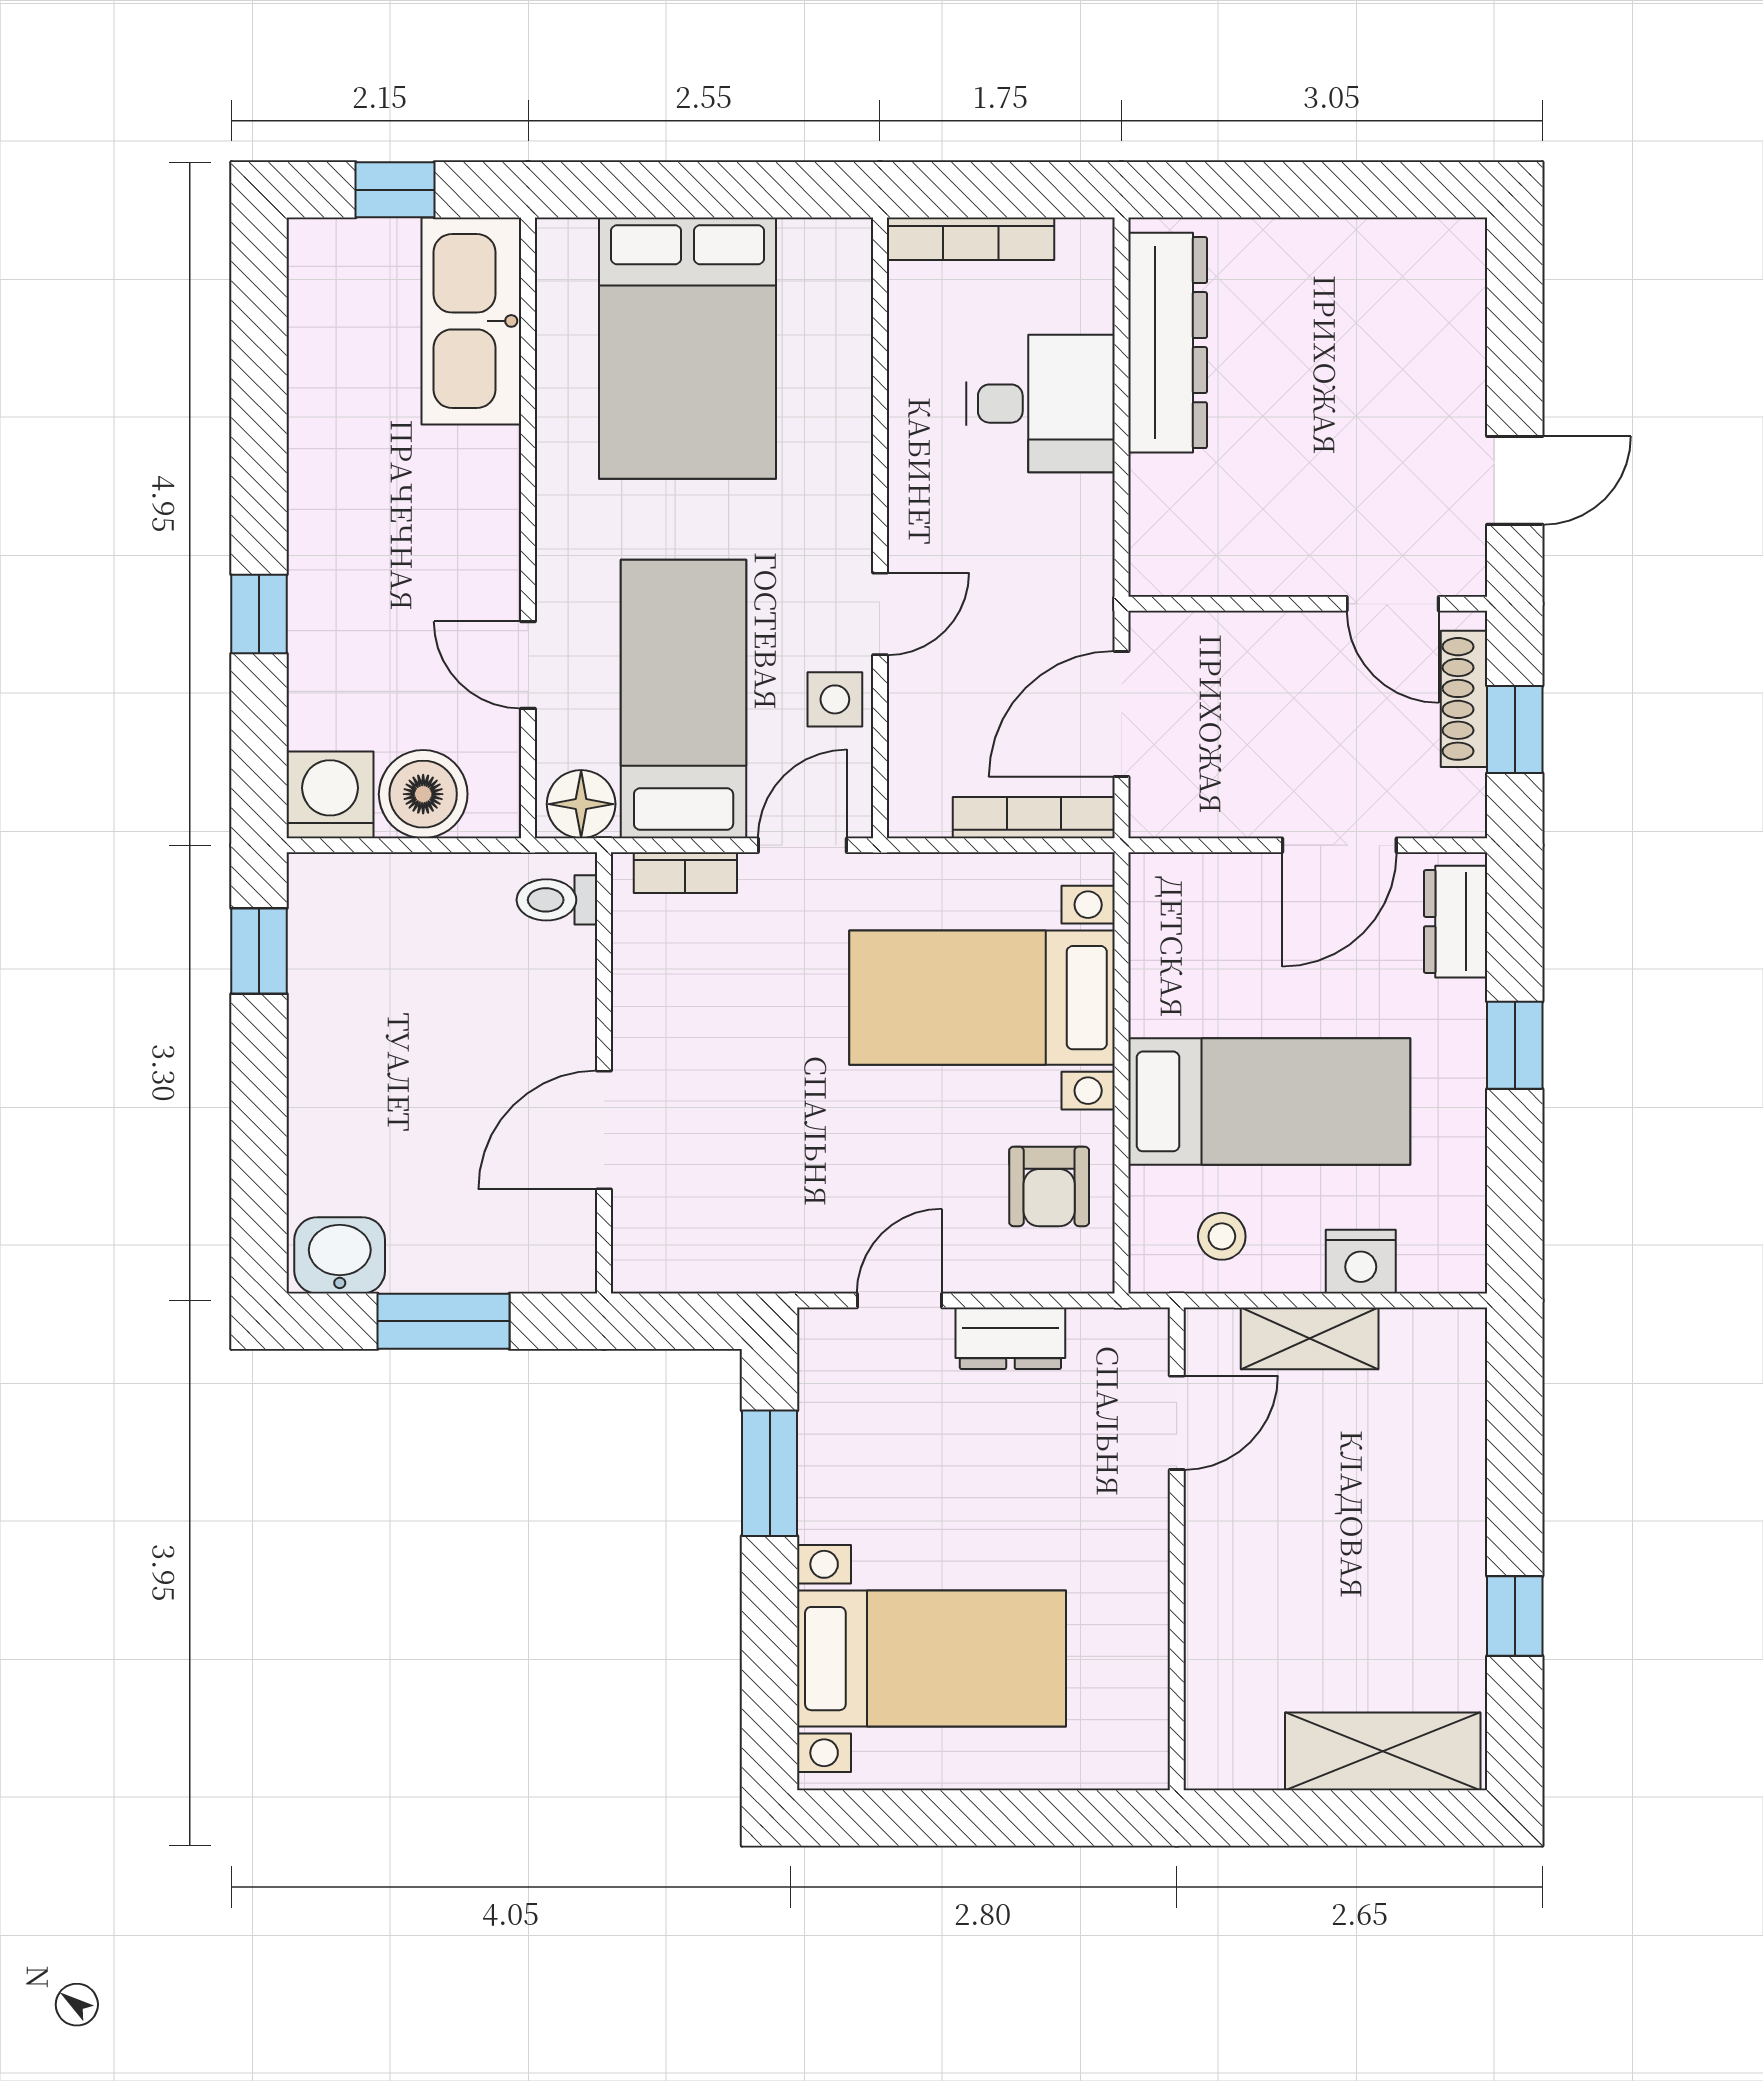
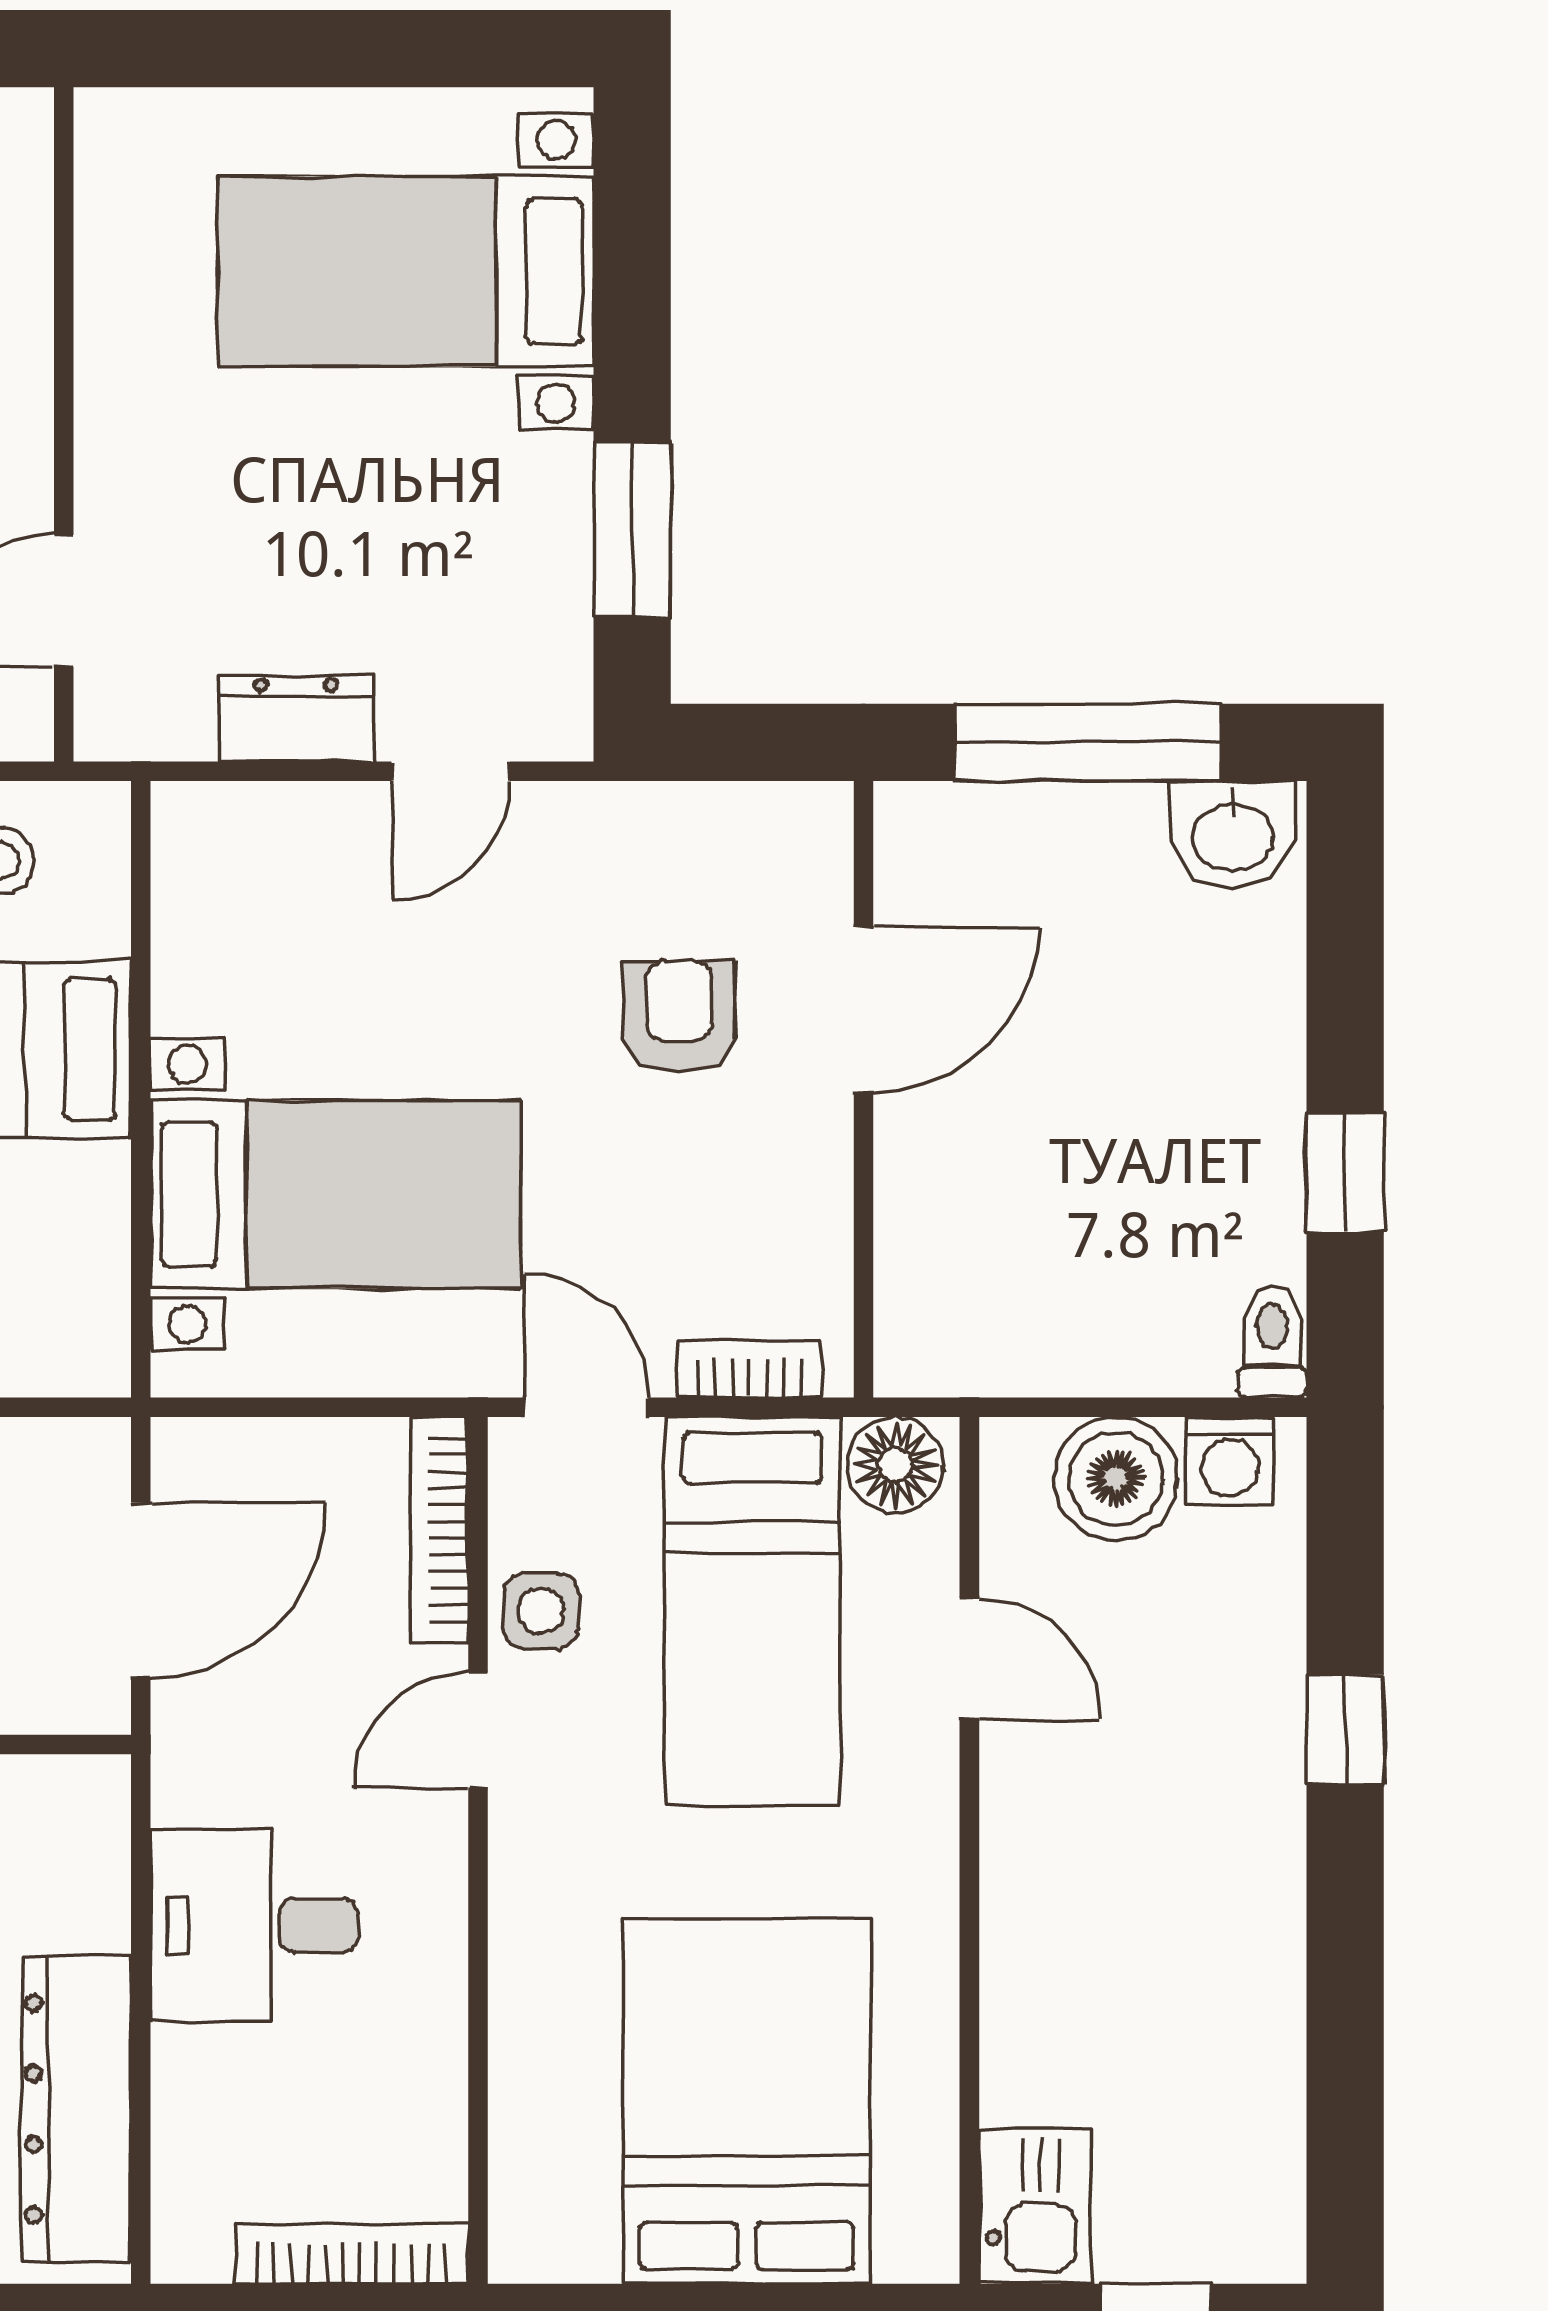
kitchen sink: (471, 321) -> (1035, 2207), width x0.53, depth x0.81
desk: (1040, 404) -> (254, 1925), moved
washing machine: (330, 795) -> (1229, 1461), width x0.73, depth x0.73
bookcase: (1034, 818) -> (439, 1530), moved, turned 90
door: (802, 845) -> (586, 1407), swing flipped
toilet: (557, 900) -> (1272, 1341), moved, turned -90
window: (259, 951) -> (1345, 1172), moved
armchair: (1049, 1186) -> (679, 1017), moved
window: (443, 1321) -> (1088, 742), width x1.44

